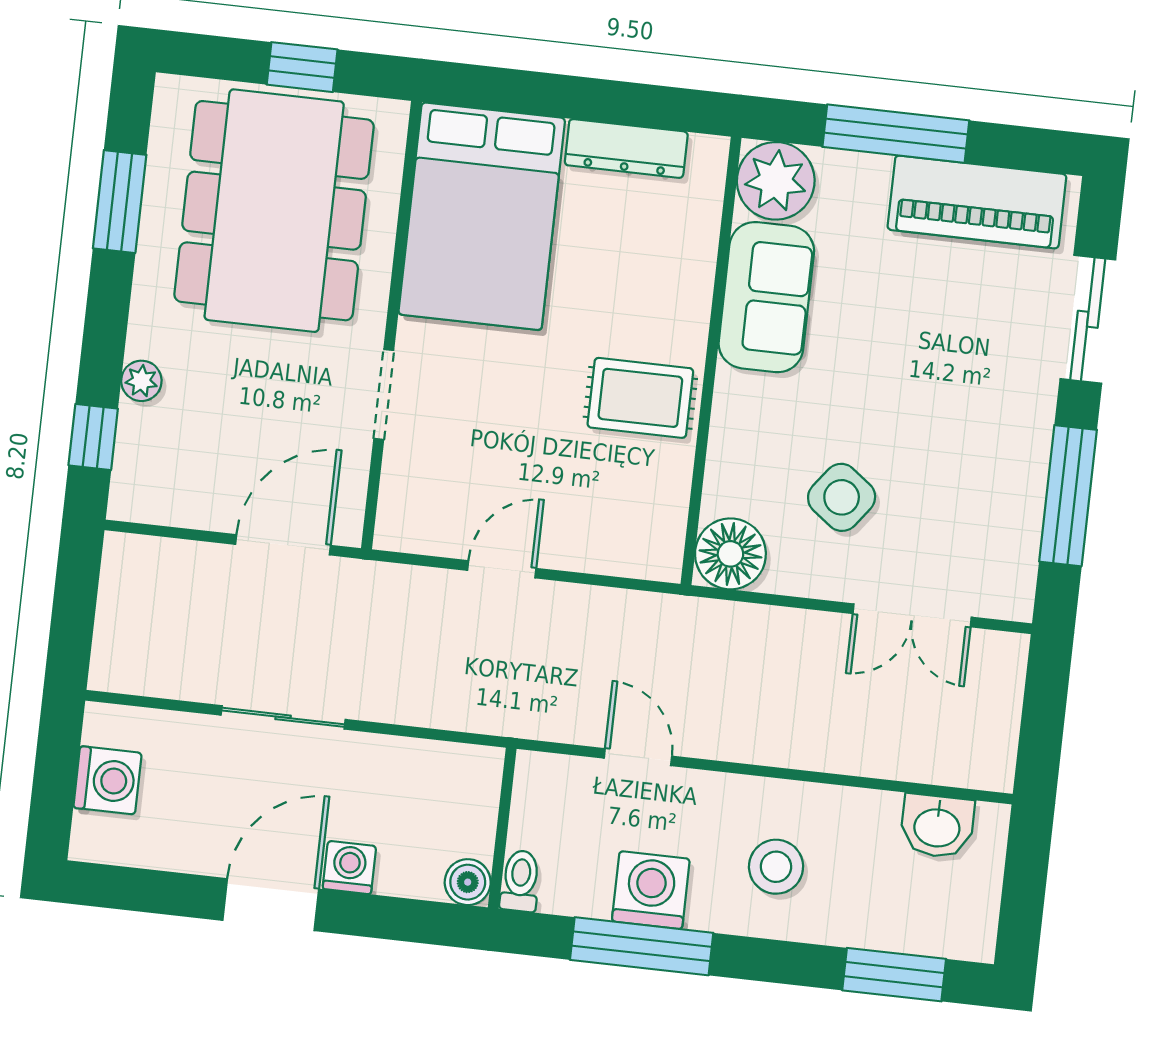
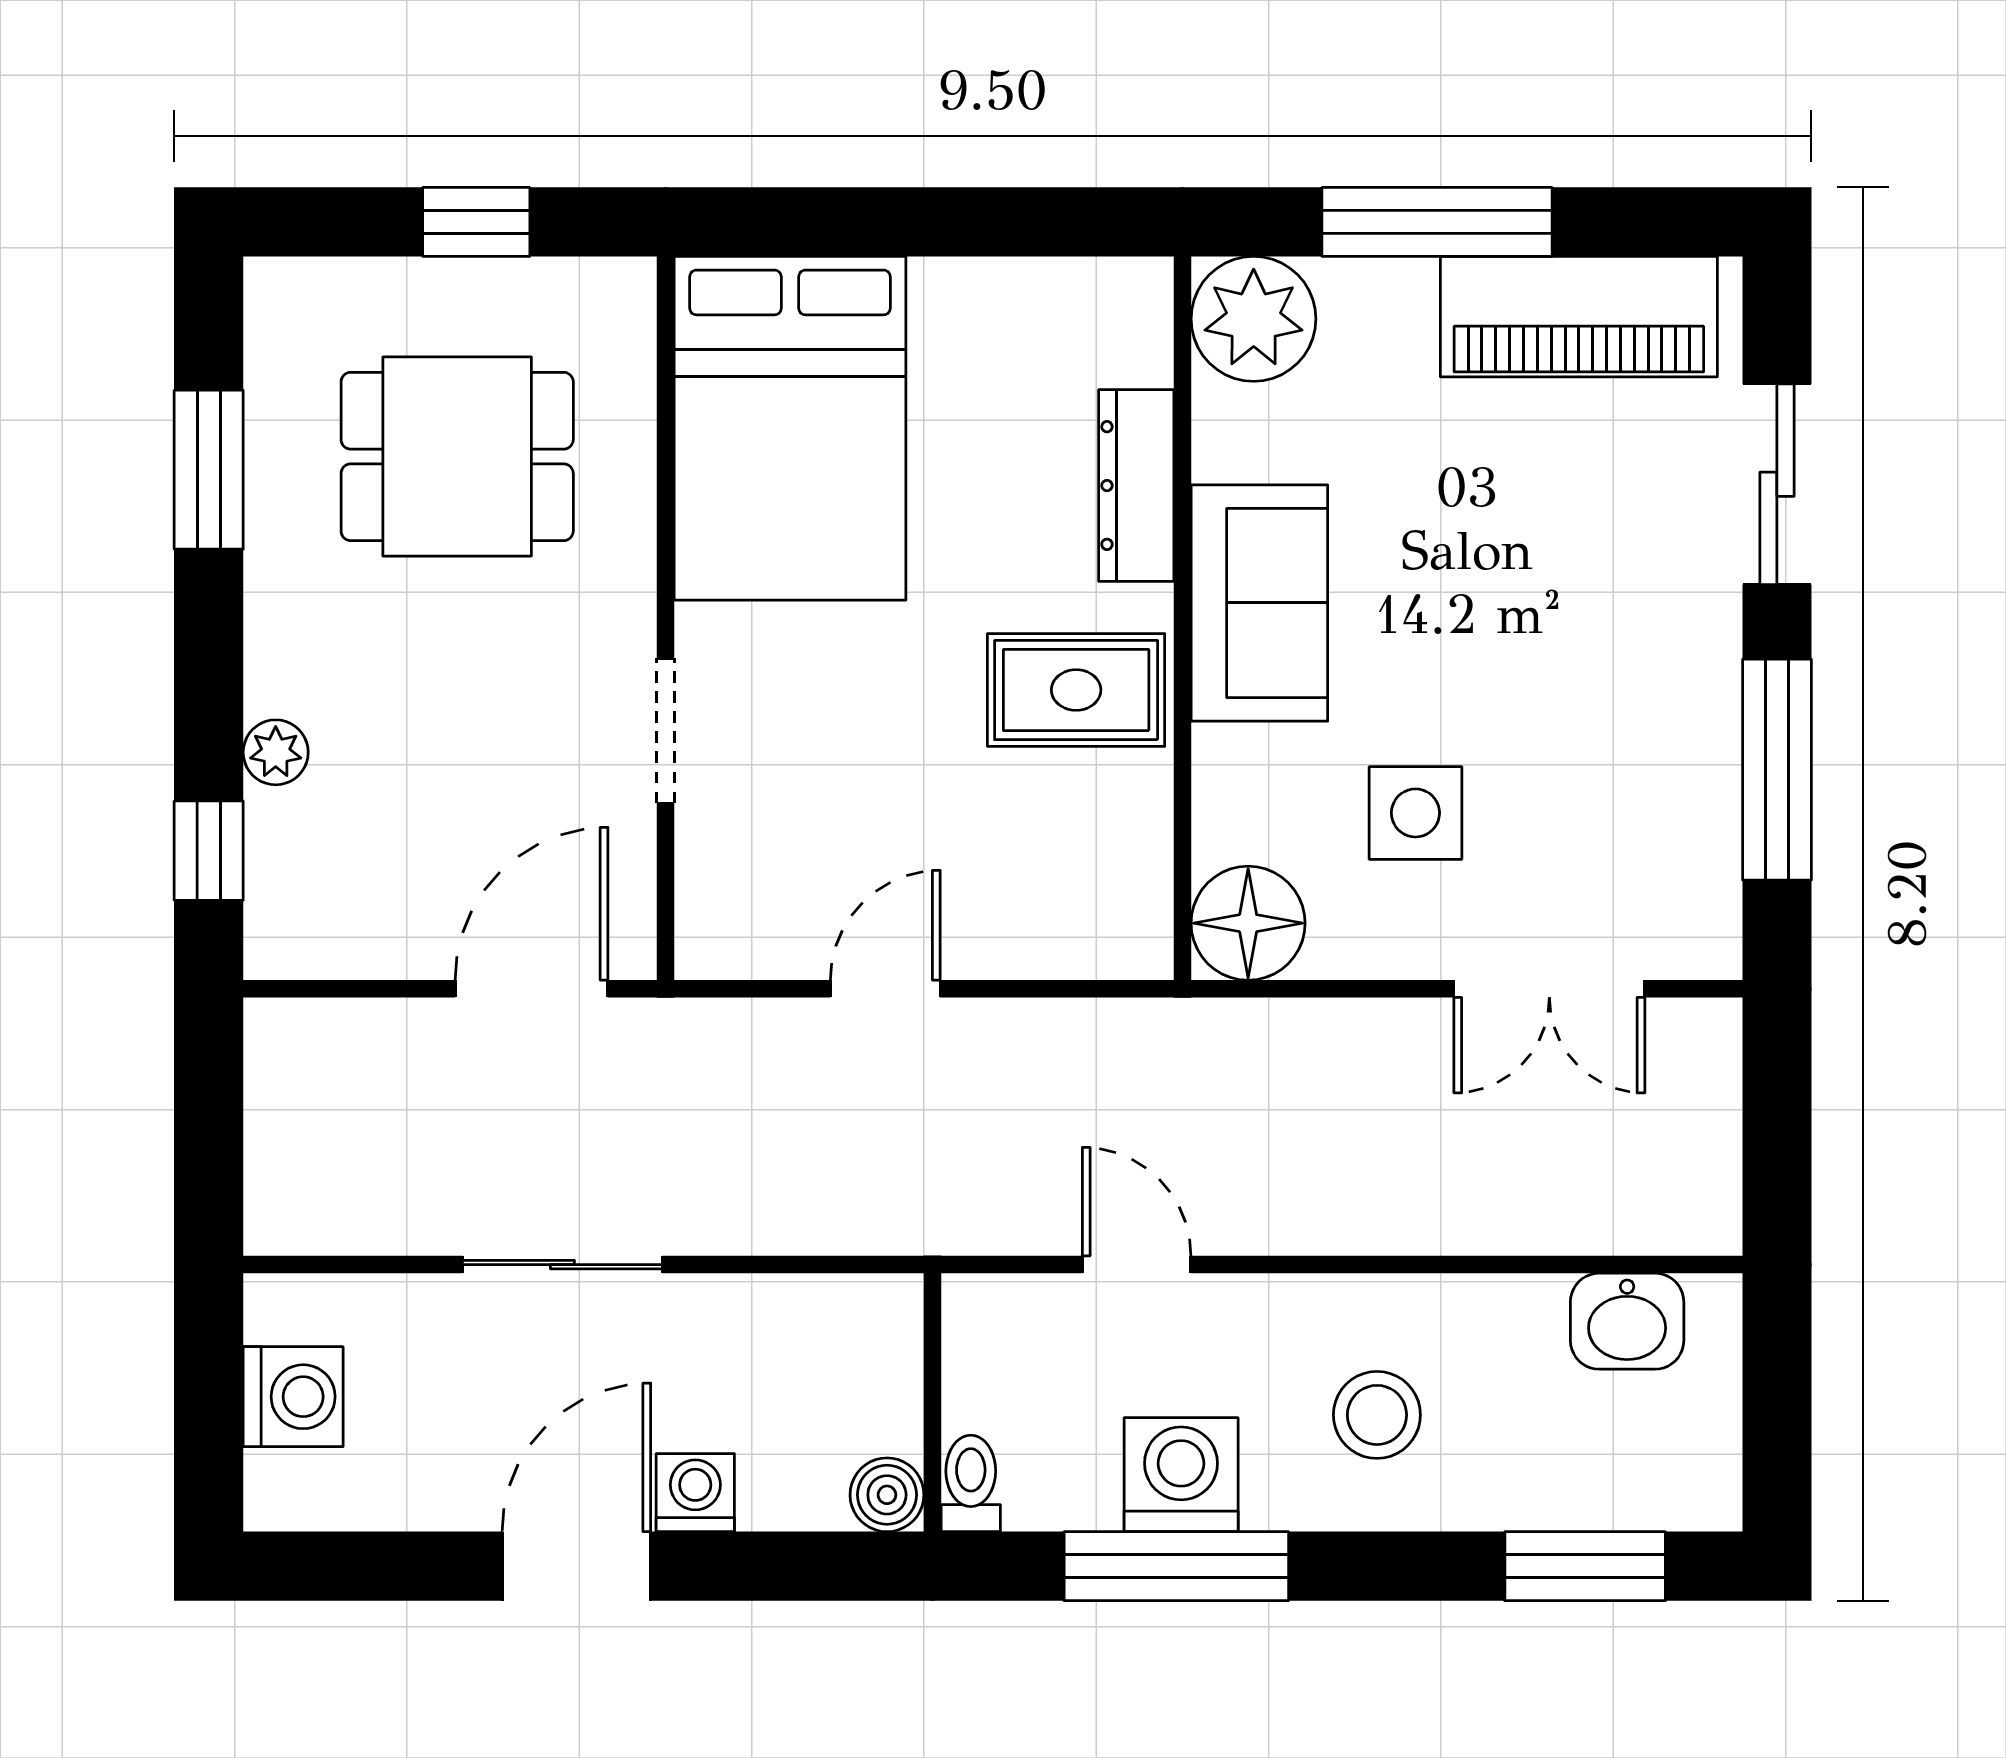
dresser: (626, 148) -> (1136, 486), moved, turned 90
dining table: (274, 211) -> (457, 456), width x0.53, depth x0.80
sofa: (766, 297) -> (1259, 603), moved
side table: (842, 497) -> (1415, 813), turned -37

